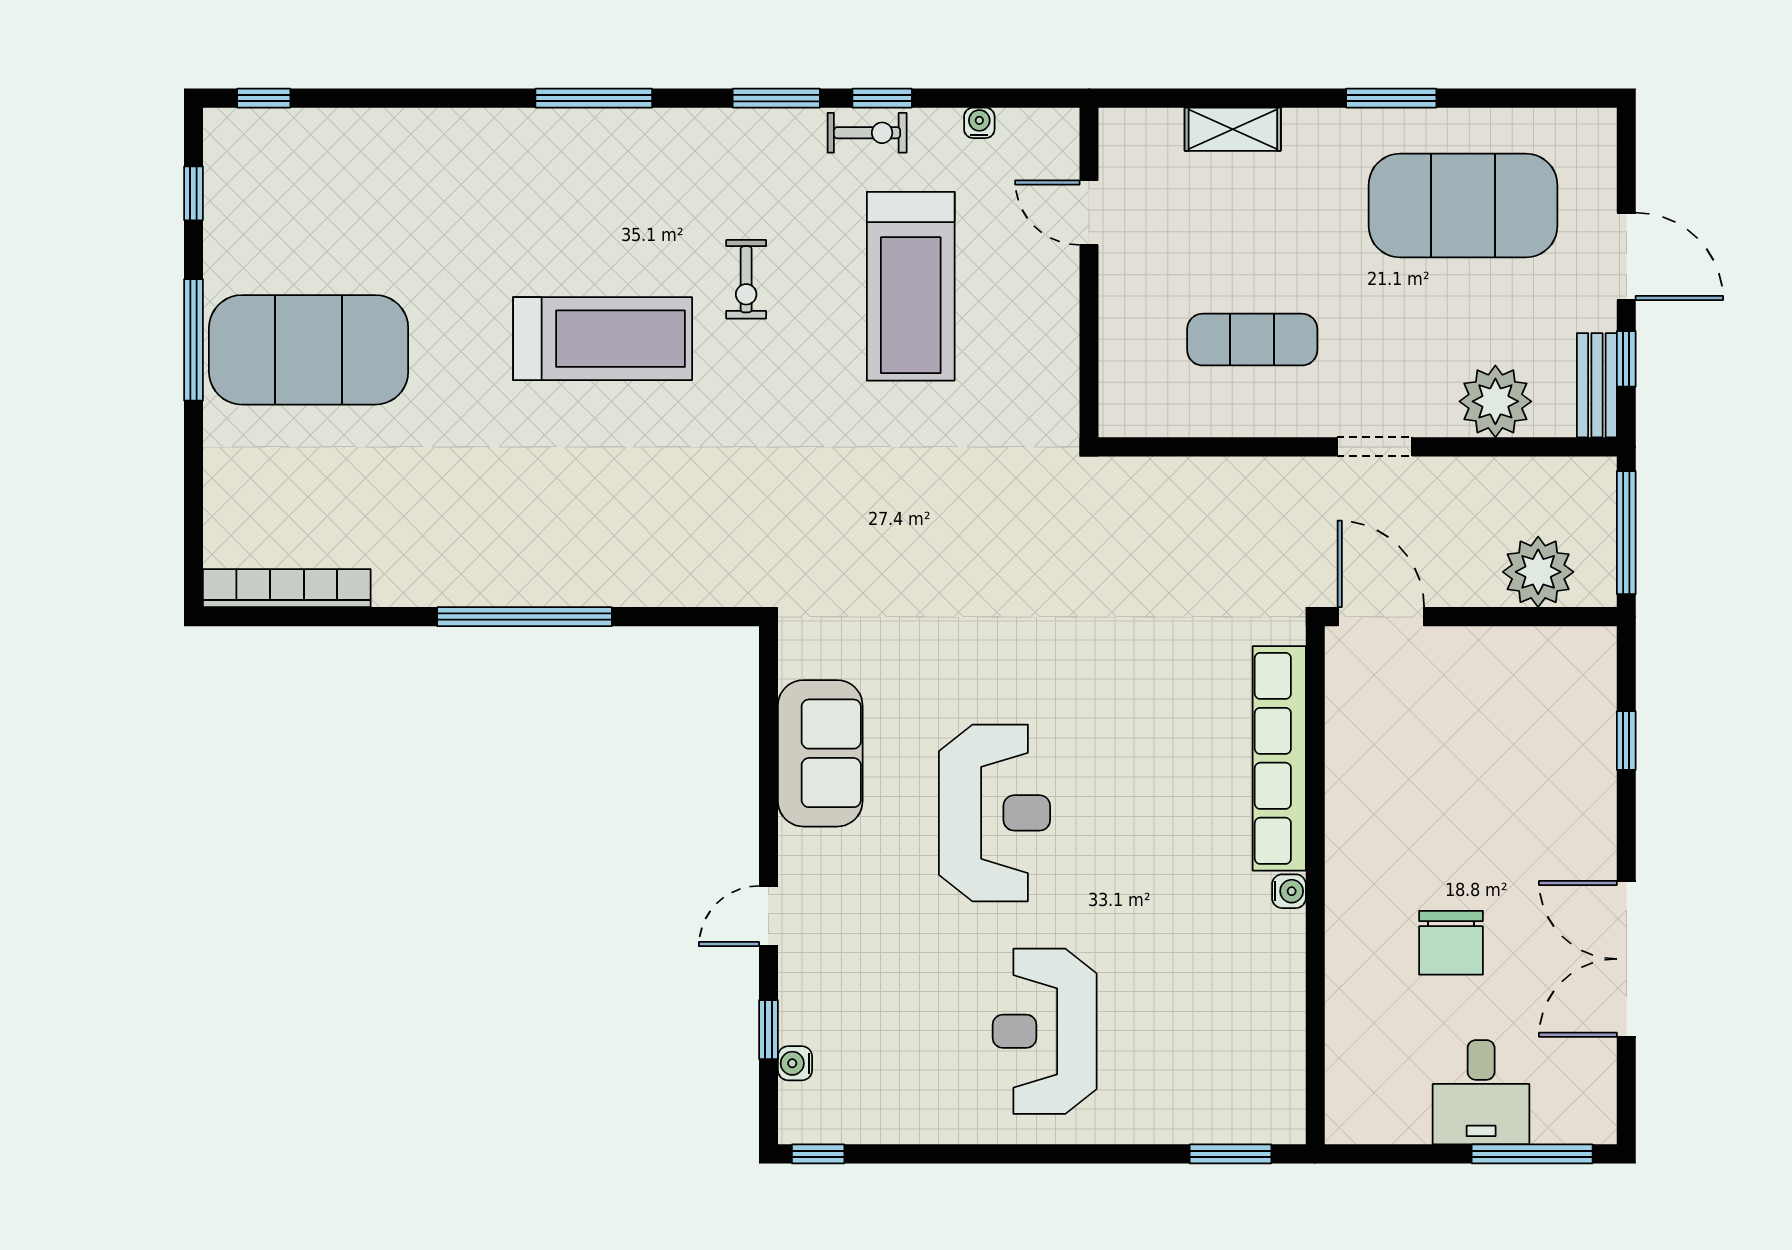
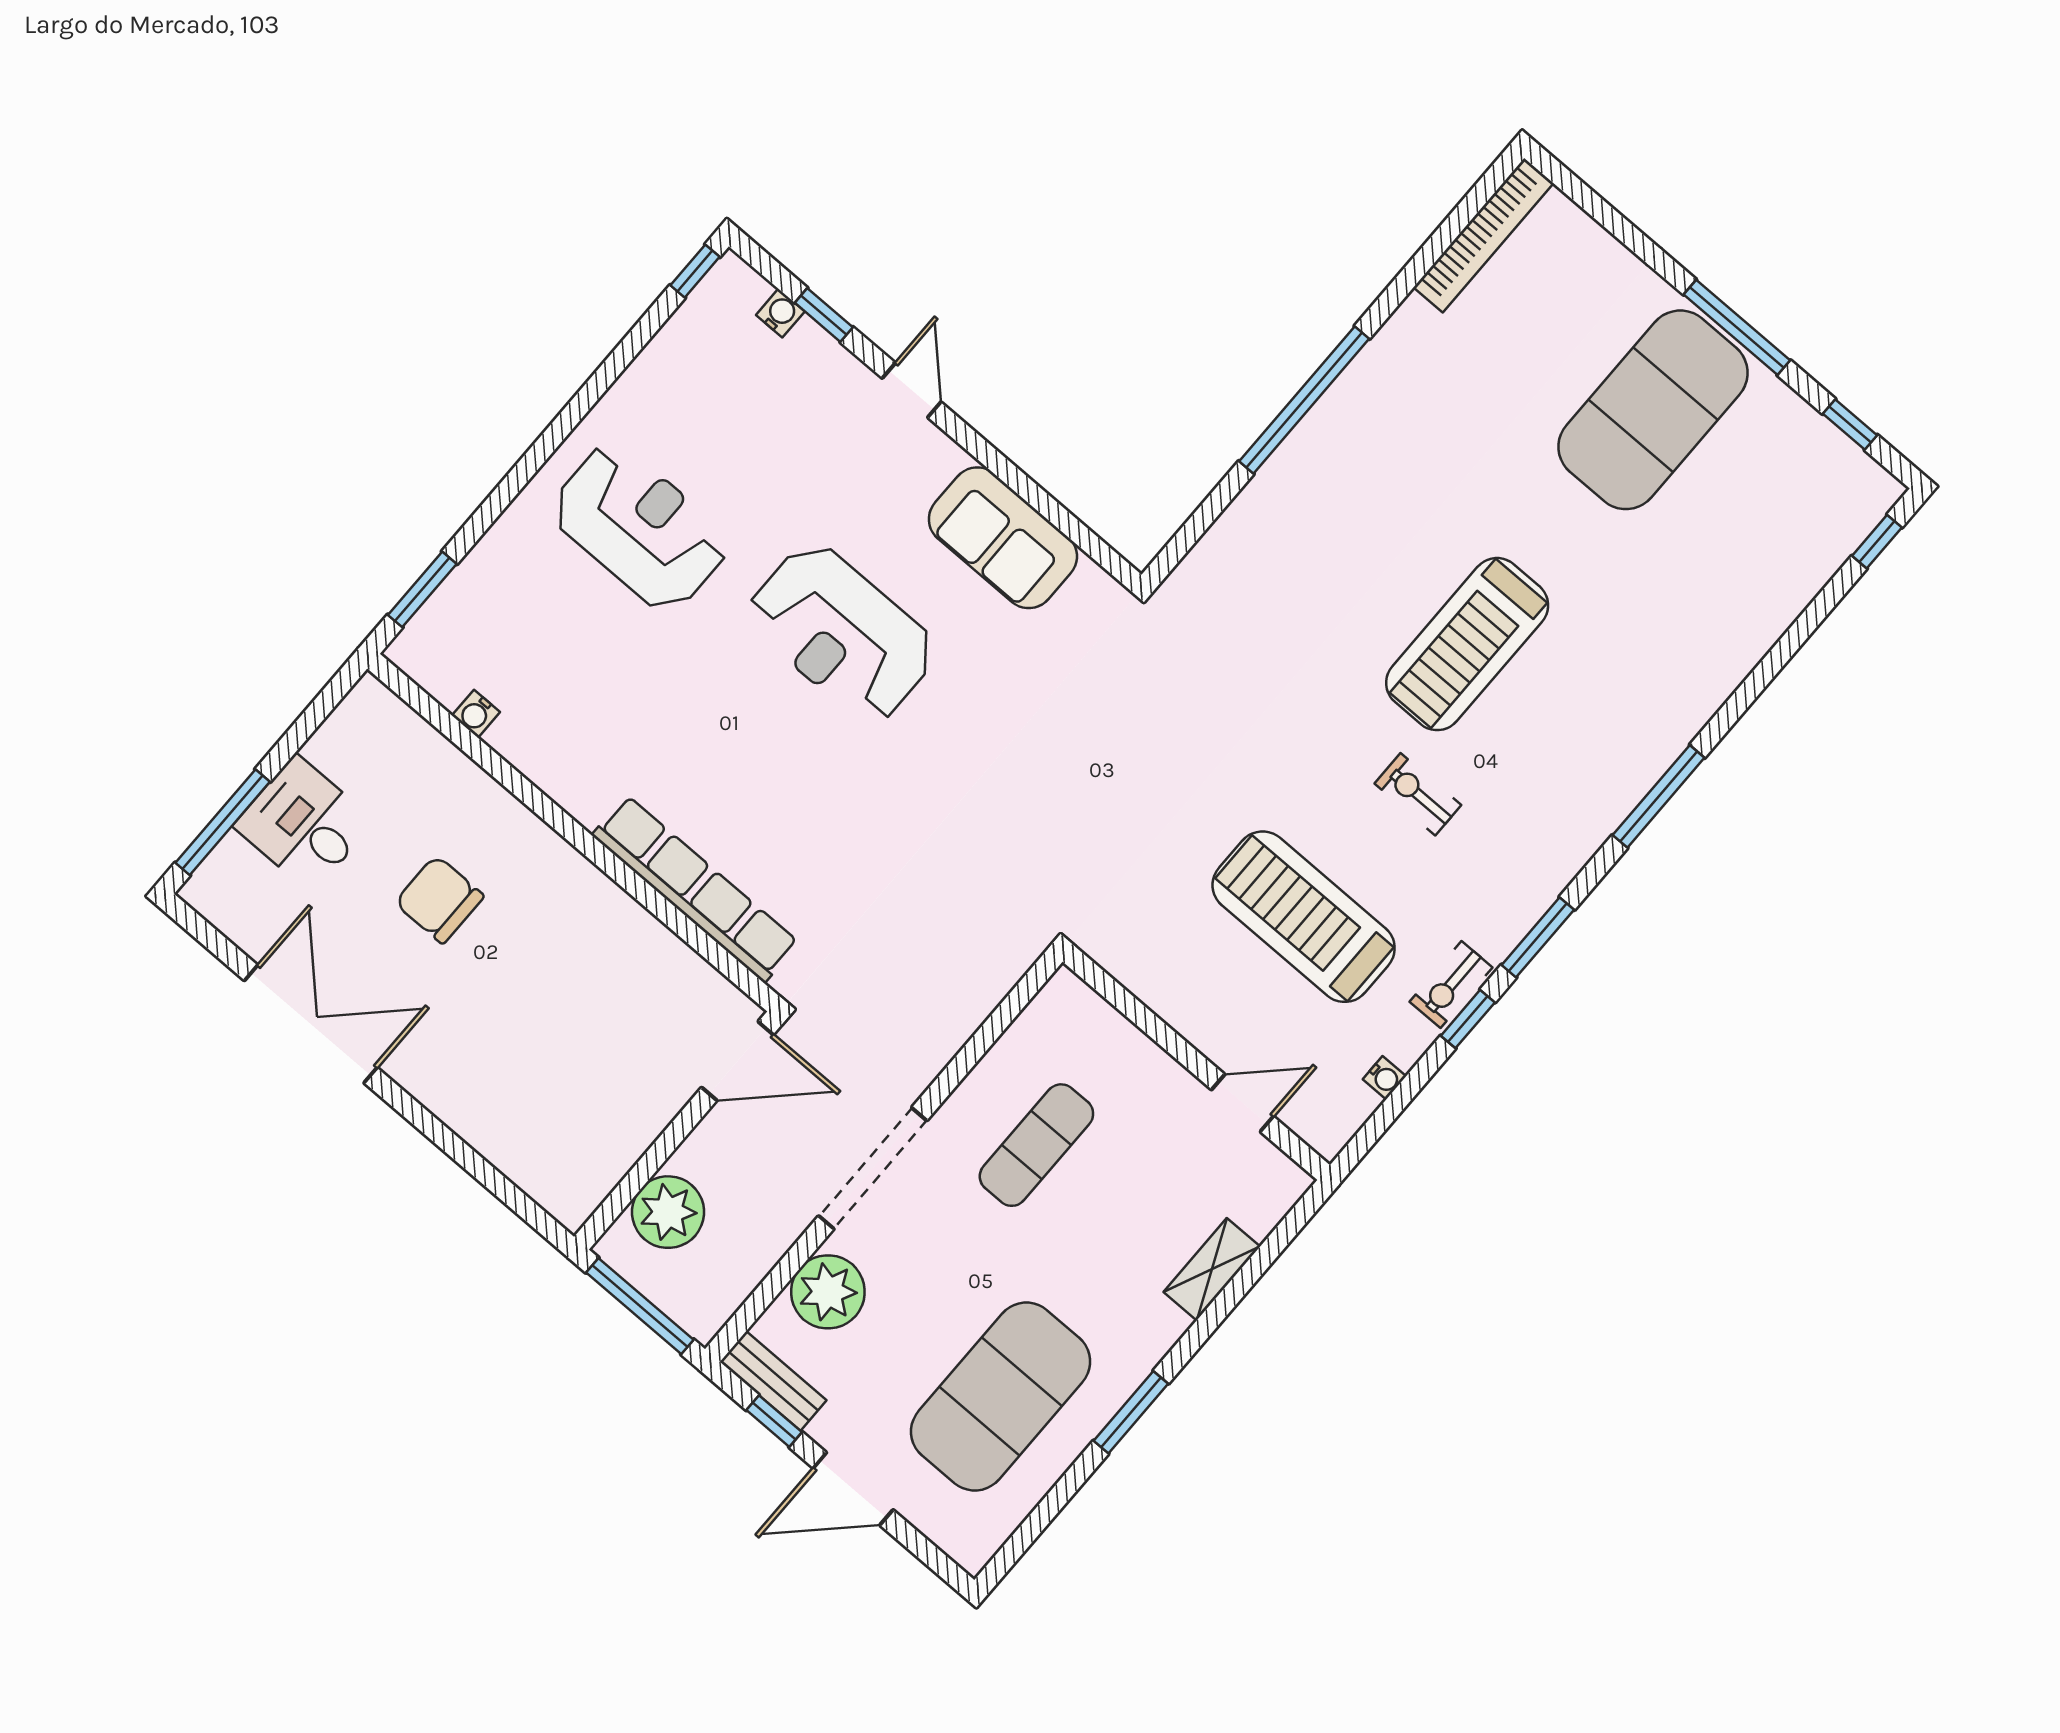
doorway: (1374, 447) -> (873, 1168), width x1.88
window: (1626, 741) -> (479, 1169), removed
water cooler: (1289, 891) -> (476, 714), moved

